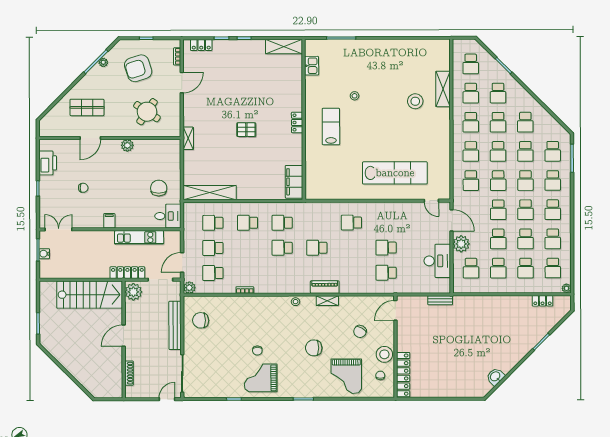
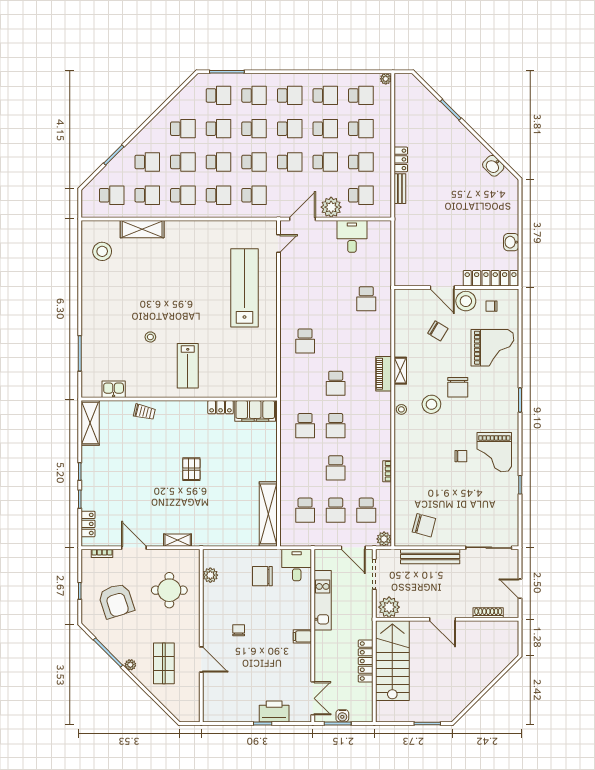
plant: (103, 62) -> (130, 665), moved
trolley: (293, 91) -> (144, 412), added
stool: (415, 101) -> (102, 251), moved
round table: (147, 112) -> (169, 590), turned -34
locker: (297, 122) -> (221, 407), moved
lab bench: (331, 126) -> (188, 366), turned -90
shelving: (188, 138) -> (178, 540), moved
plant: (127, 145) -> (210, 575), moved
printer: (48, 163) -> (274, 712), moved
chair: (83, 188) -> (239, 630), moved
school desk: (247, 223) -> (336, 468), moved
double door: (59, 229) -> (313, 698), swing flipped
school desk: (386, 248) -> (336, 299), removed
desk: (437, 261) -> (352, 236), width x0.73
locker: (127, 273) -> (366, 661), moved
bench: (440, 300) -> (400, 189), moved
locker: (543, 301) -> (401, 159), moved
door: (395, 310) -> (442, 288), moved
chair: (201, 320) -> (424, 525), turned -75
stool: (300, 326) -> (431, 404), added
washbasin: (433, 391) -> (511, 242), added
door: (167, 399) -> (520, 589), moved

